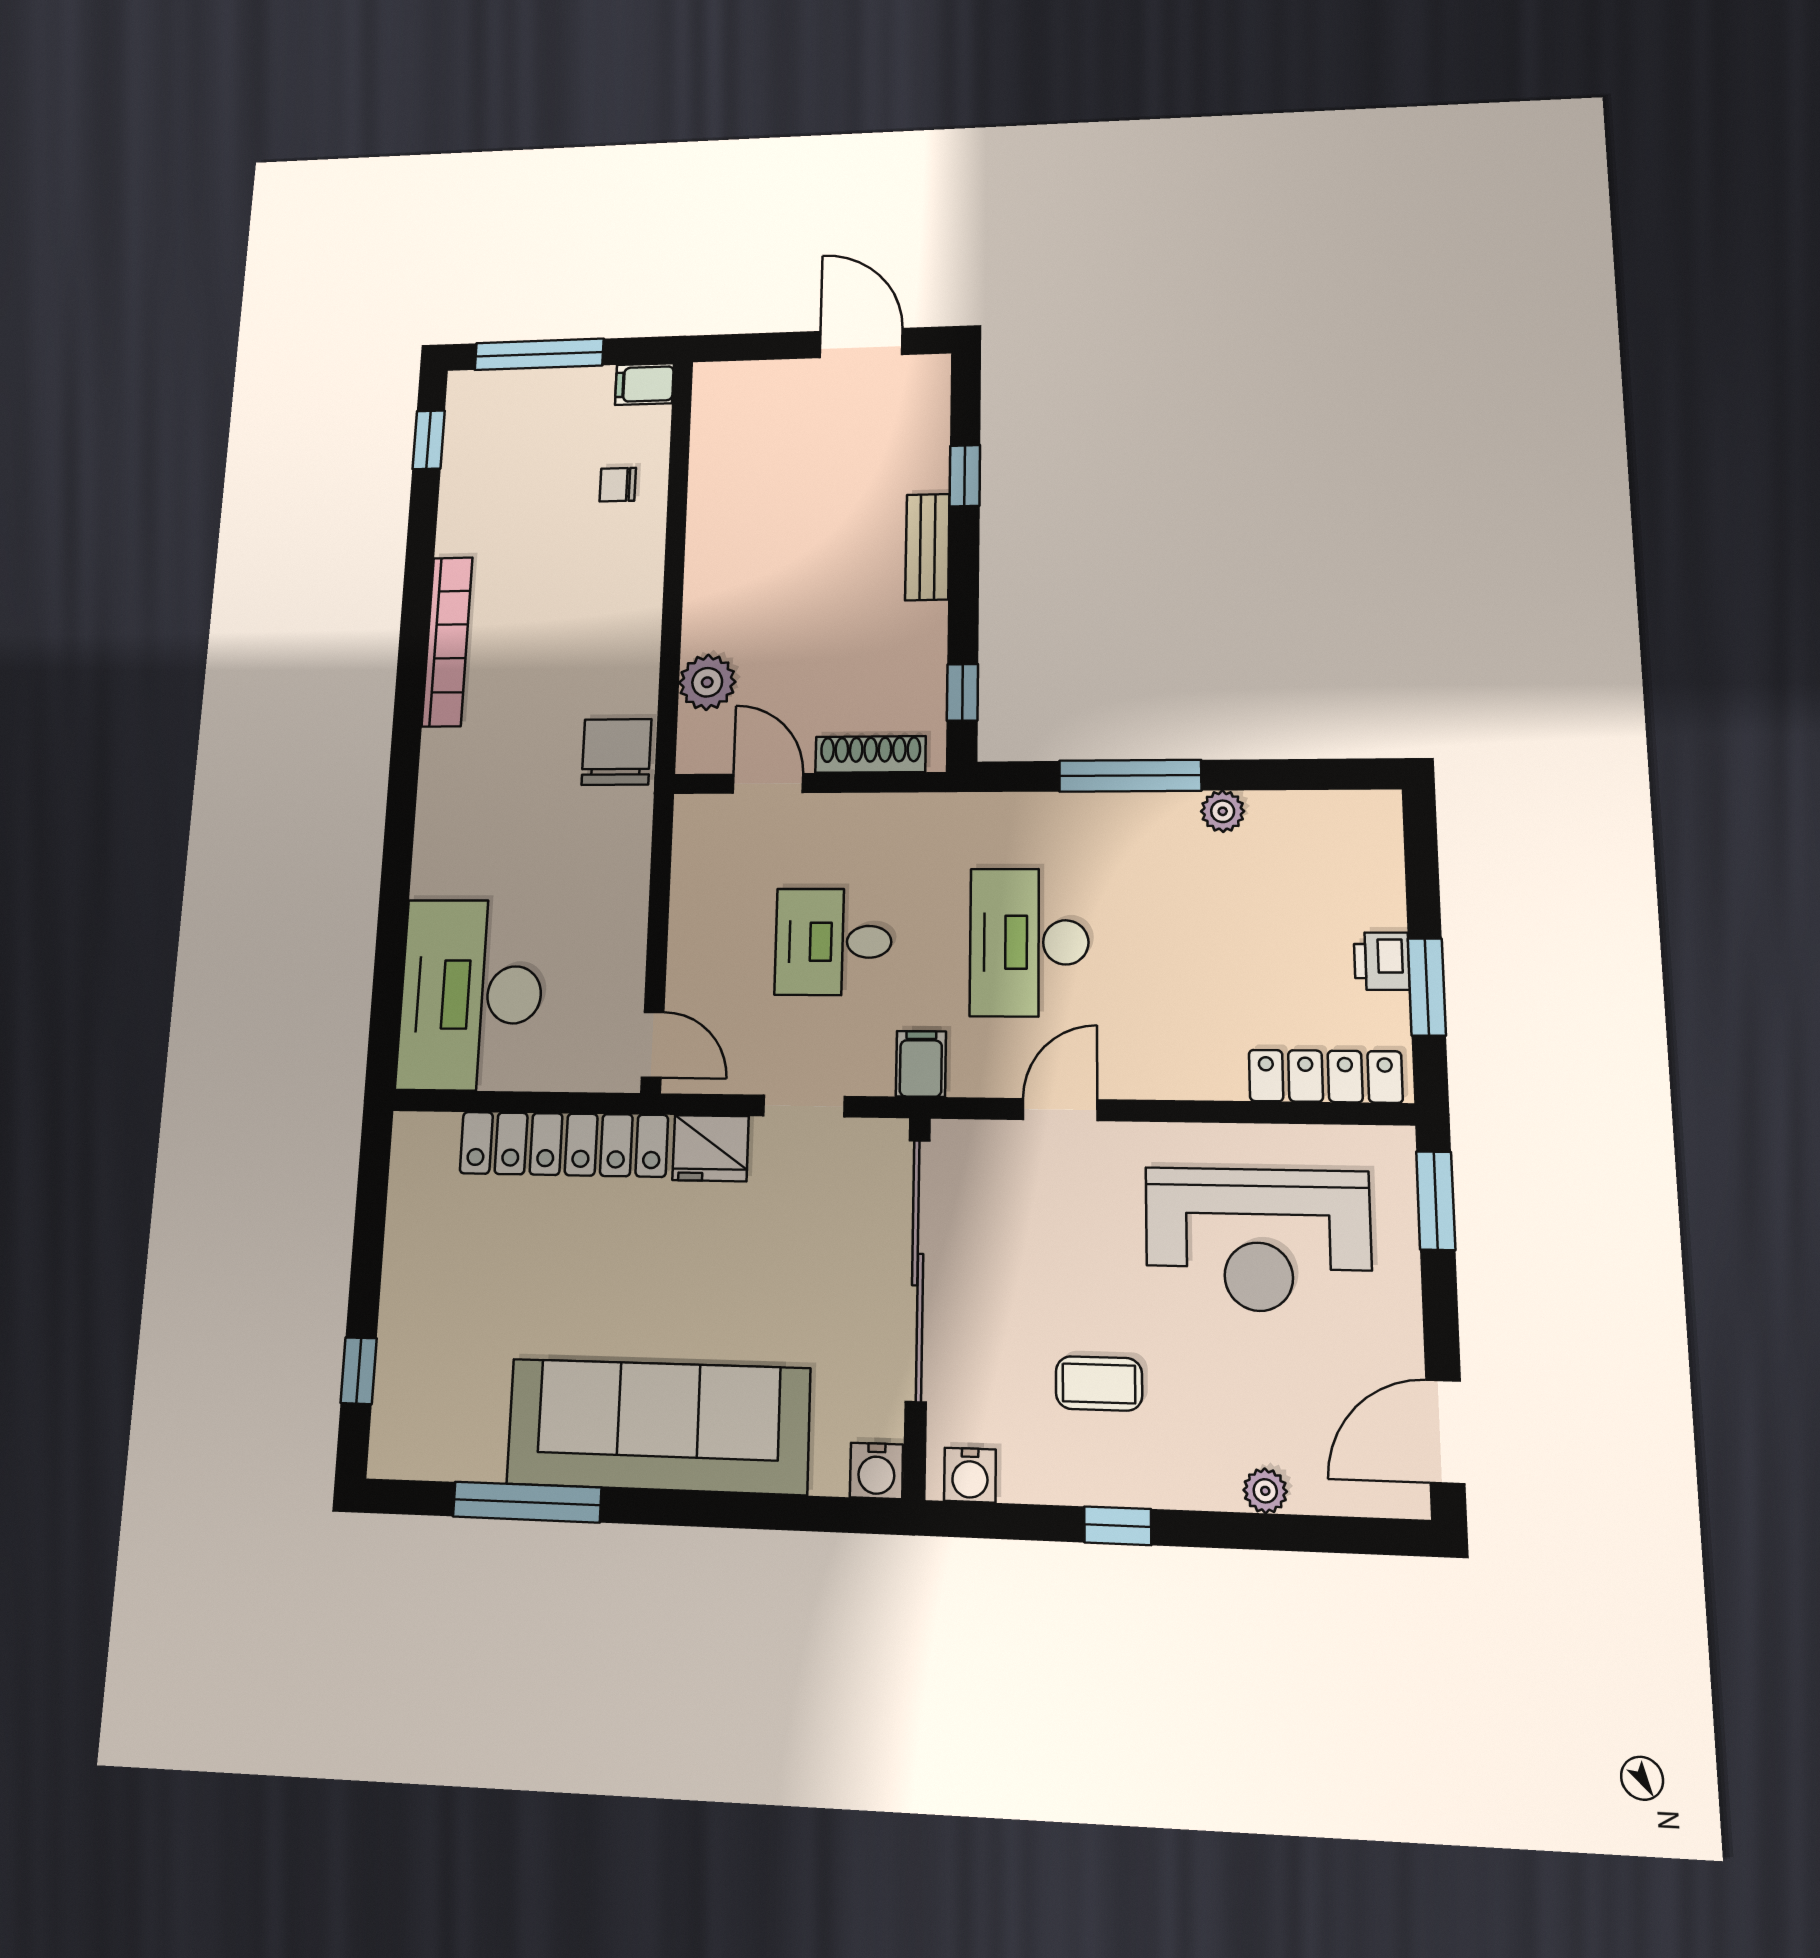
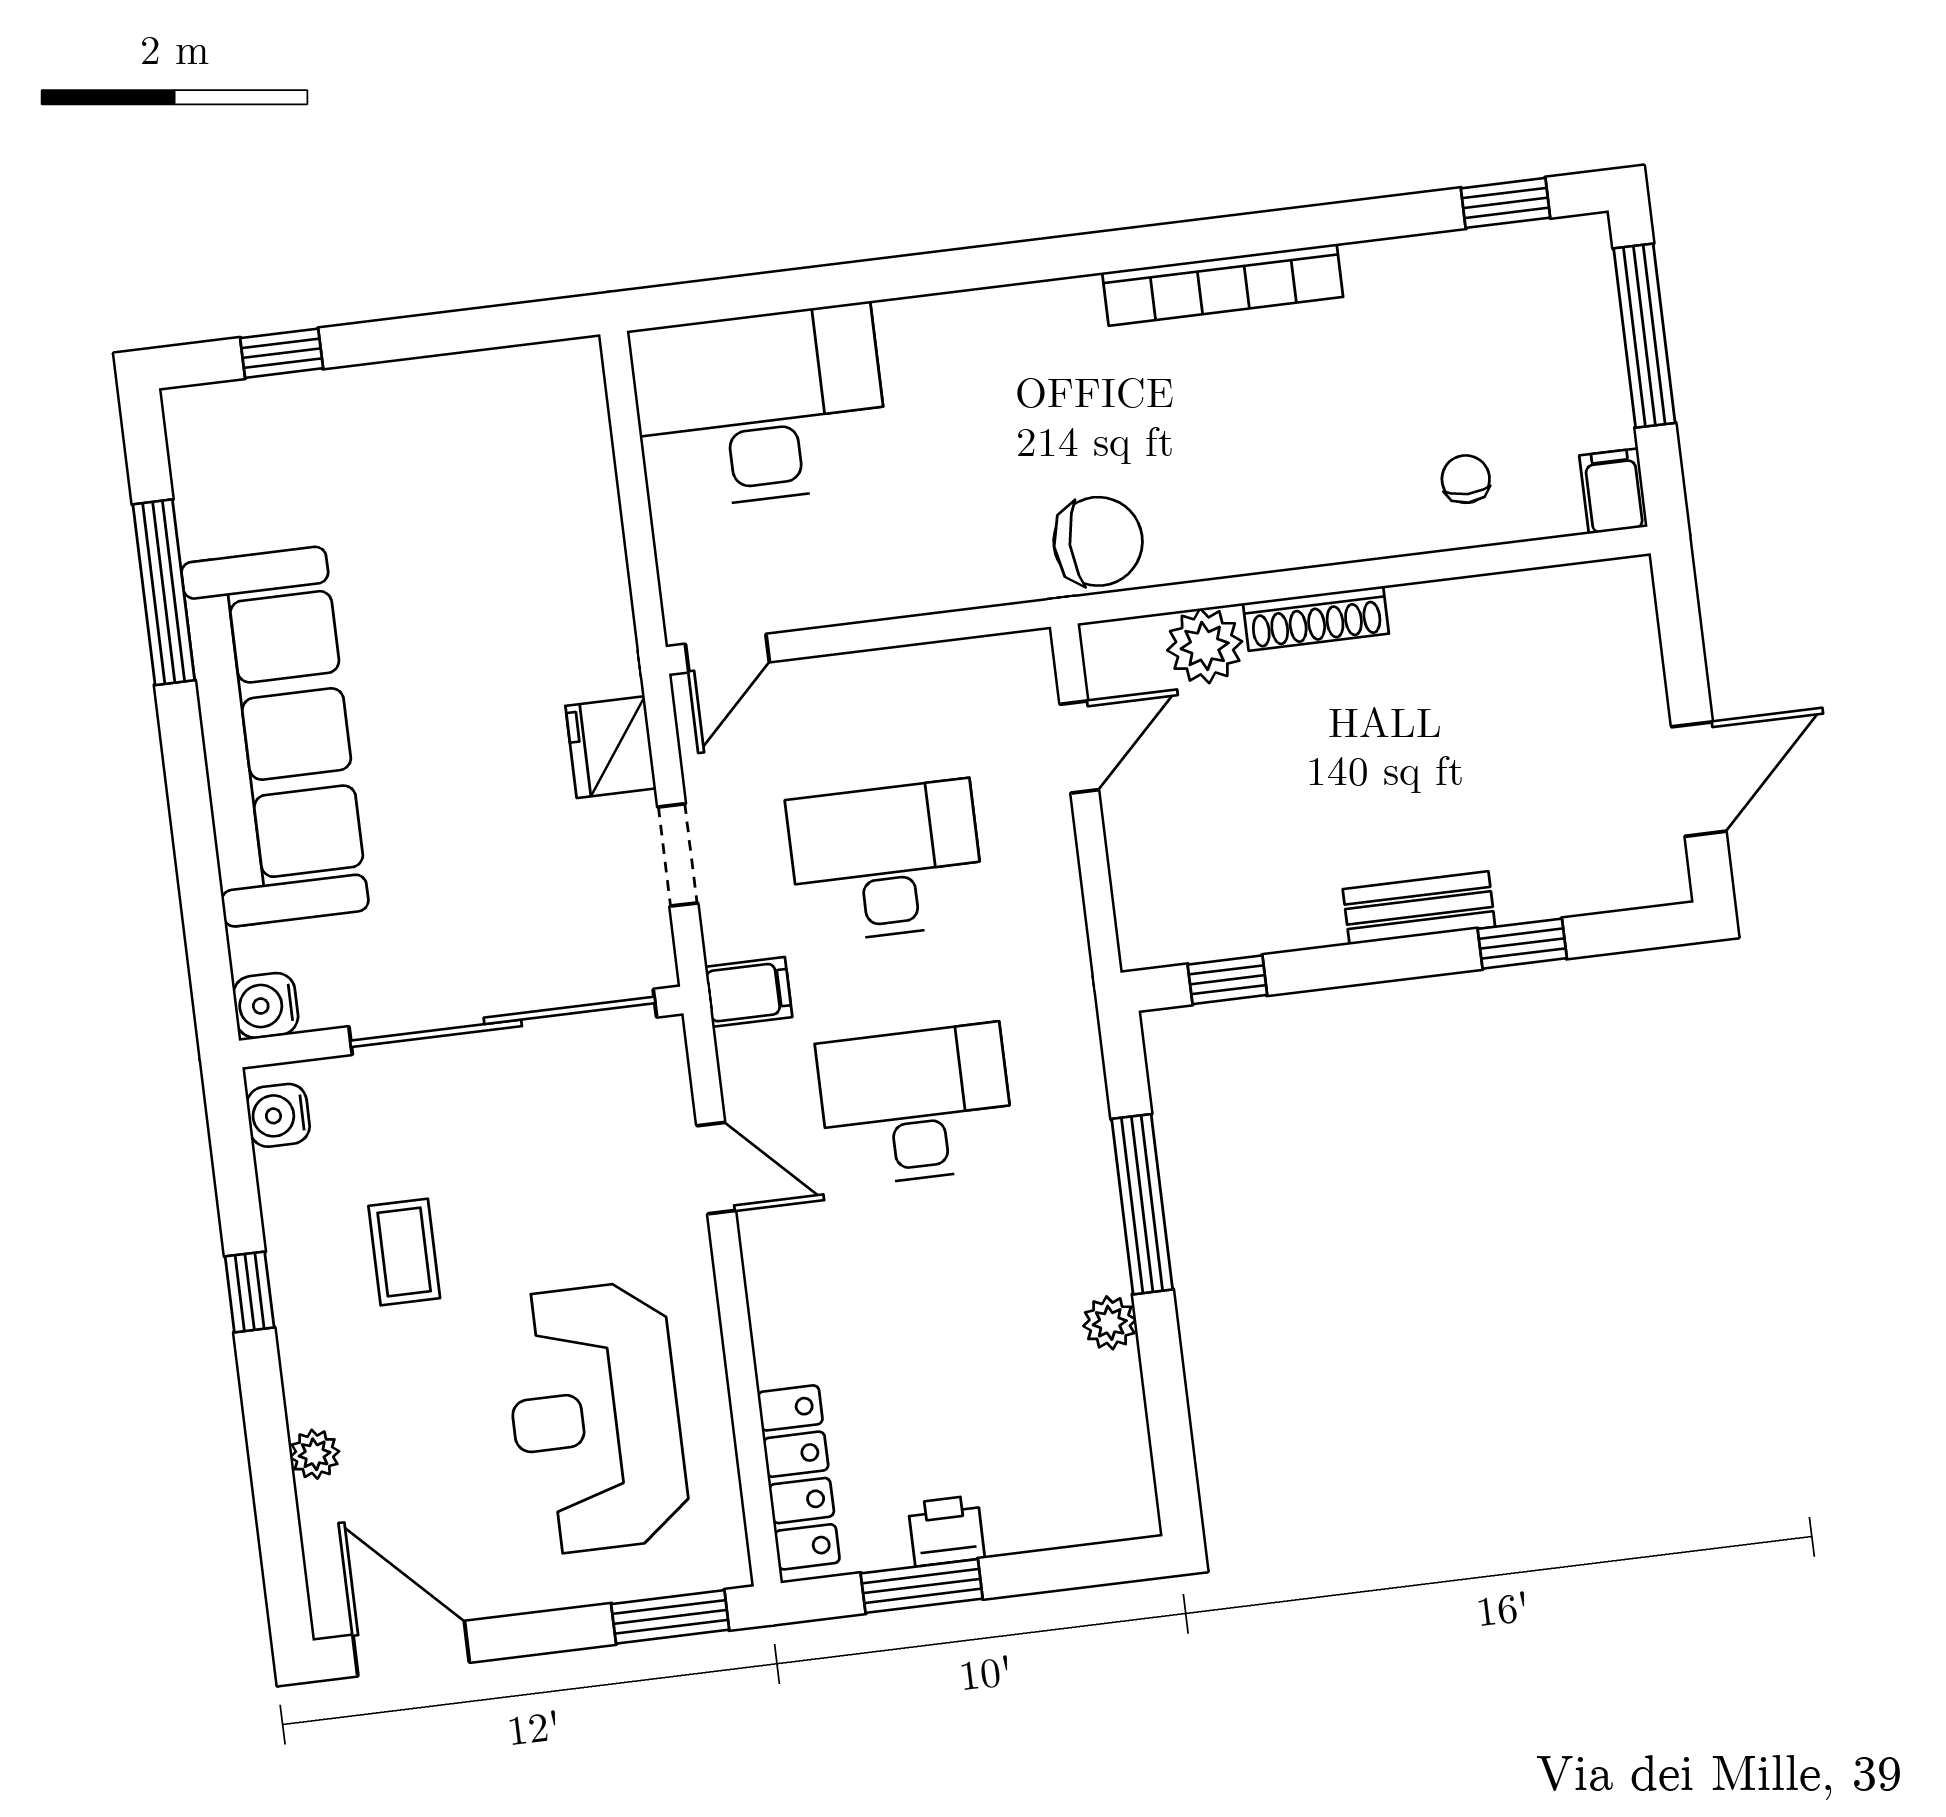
shoe rack: (870, 754) -> (1316, 618), moved, turned 90
desk: (833, 942) -> (886, 861), width x1.37
locker: (564, 1144) -> (590, 561), removed

